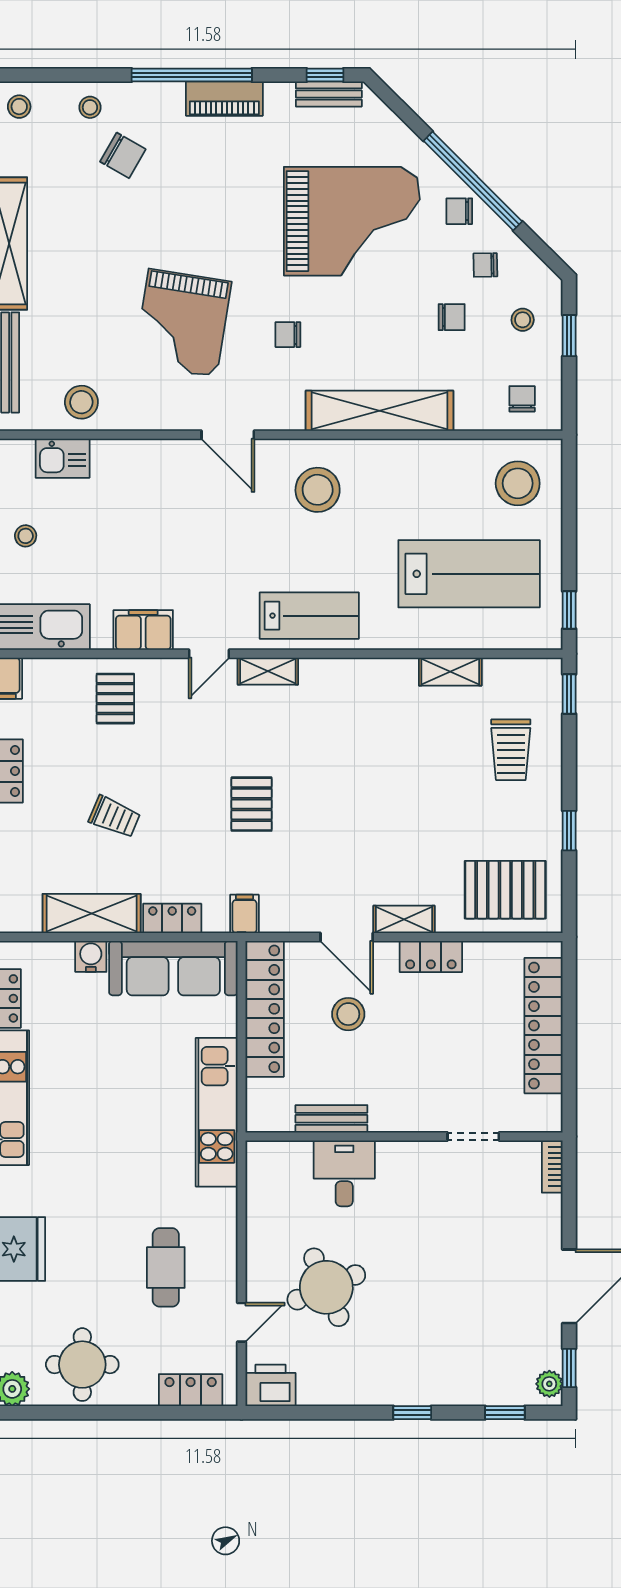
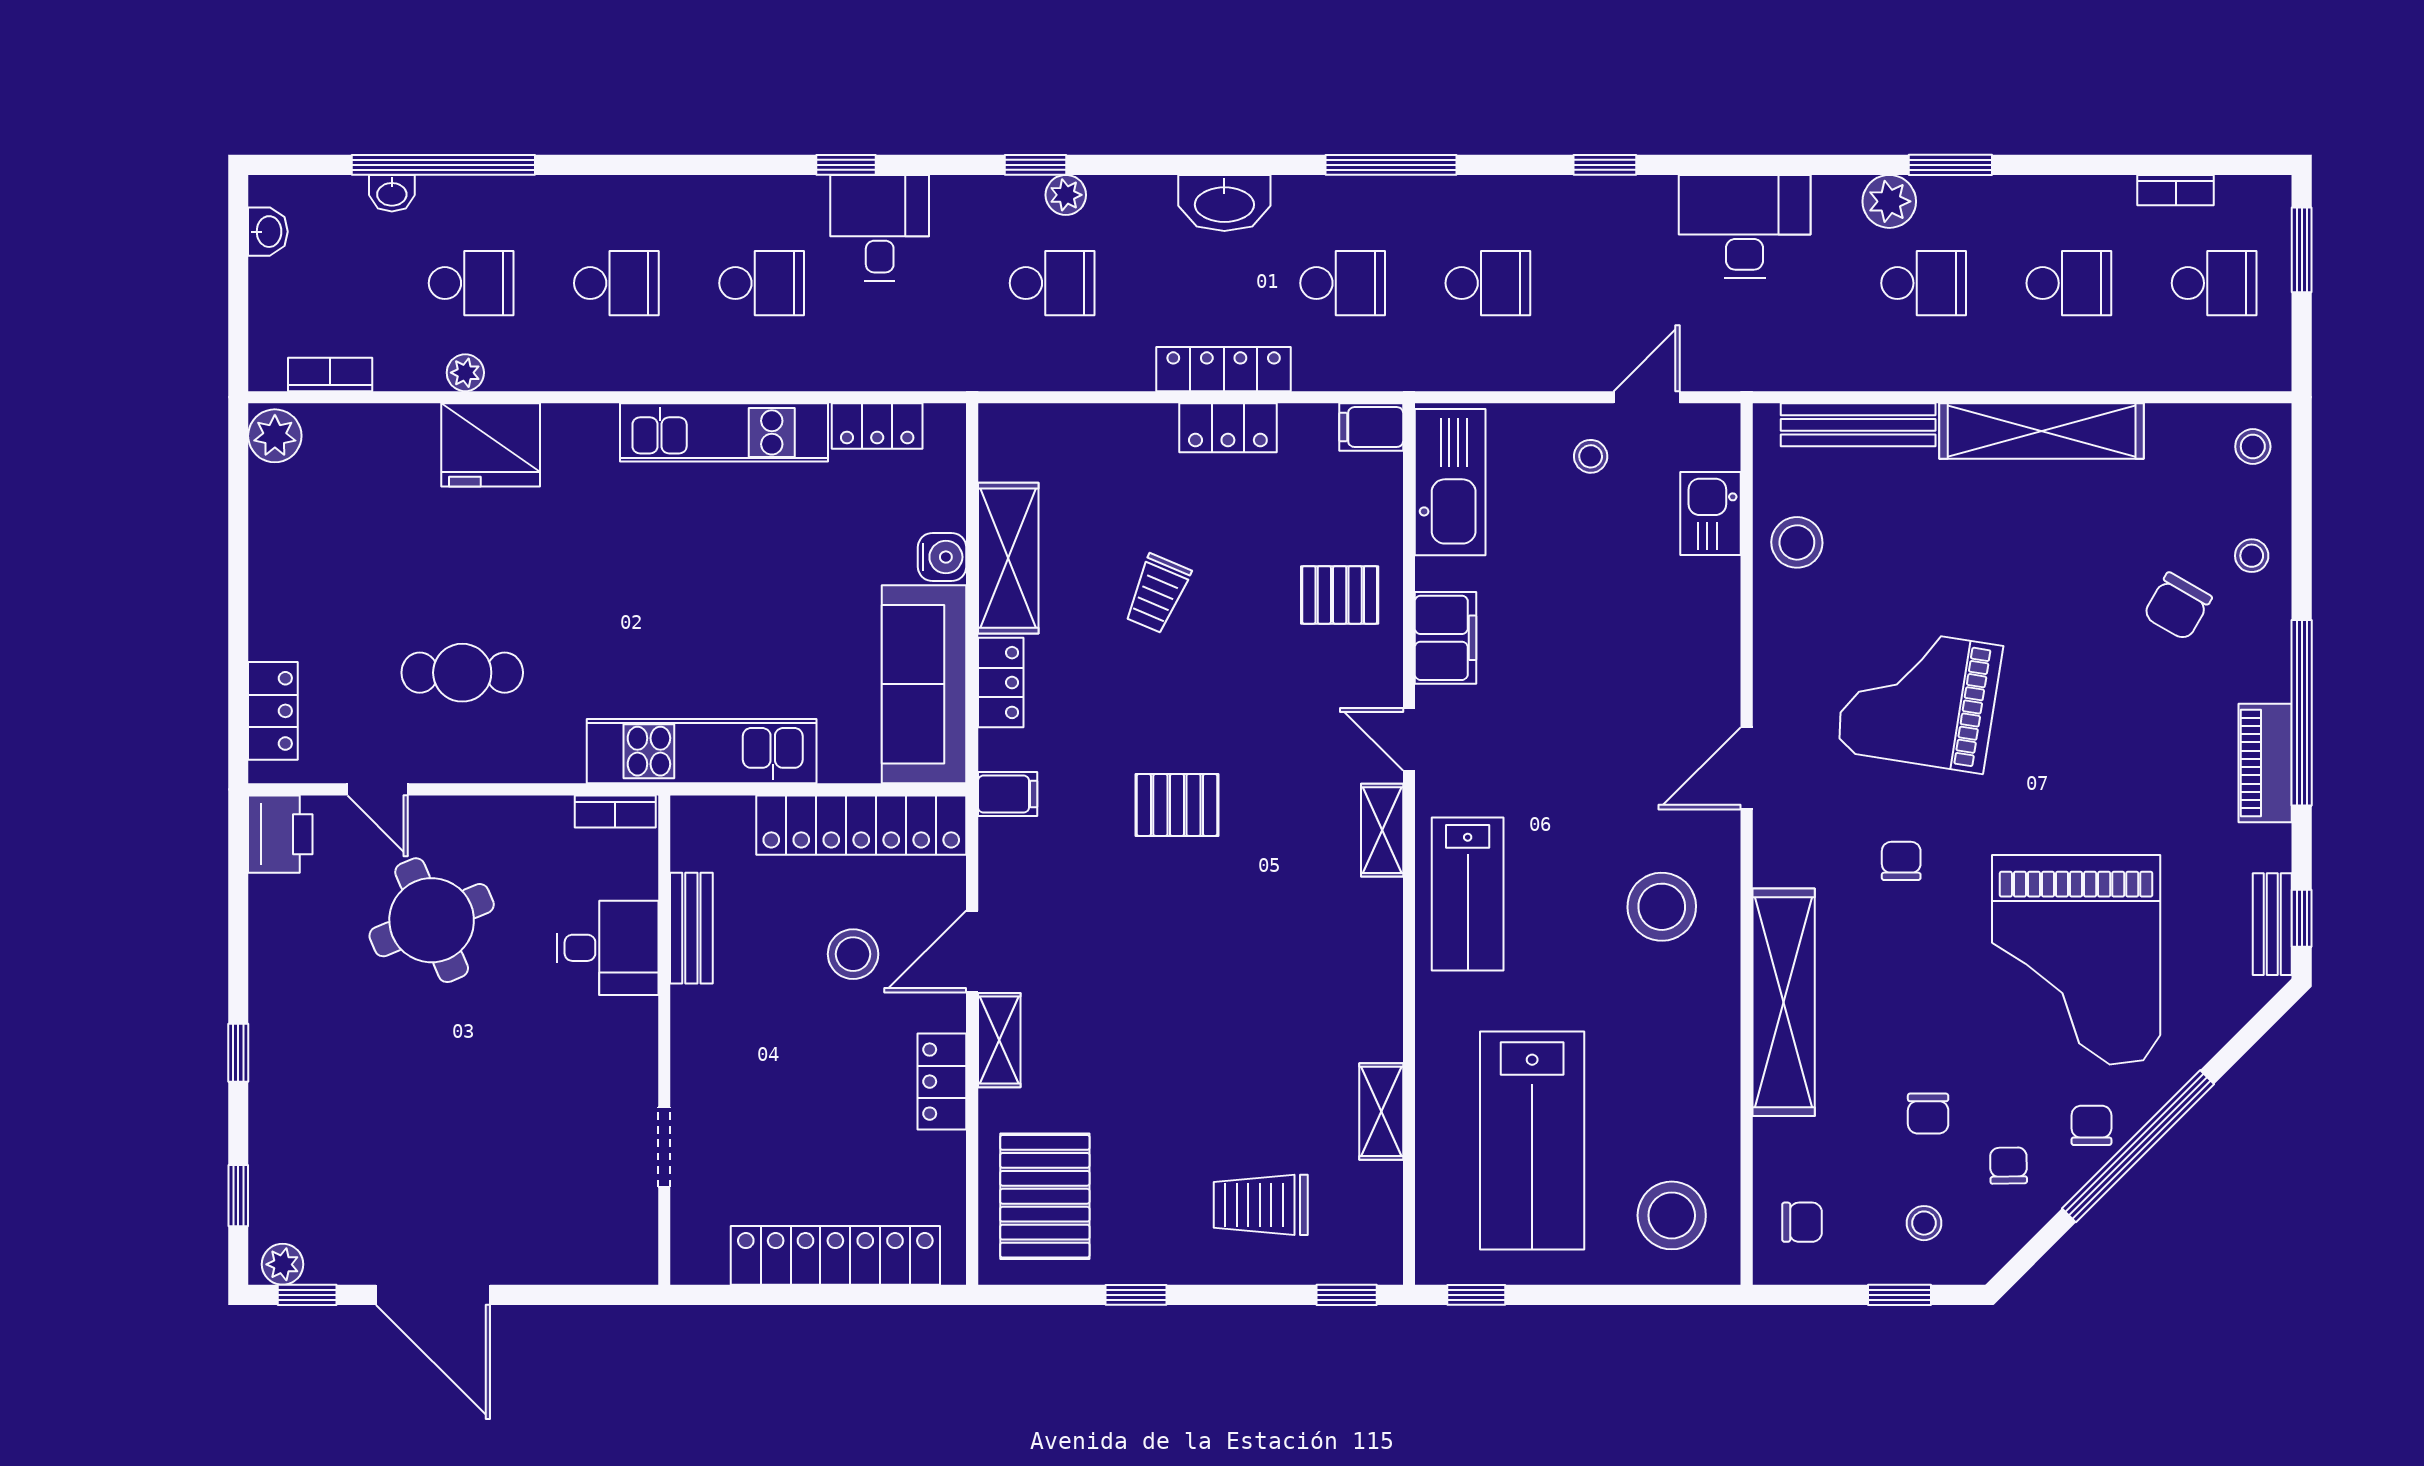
bookcase: (552, 1166) -> (615, 812), moved, turned 180
round table: (82, 1365) -> (312, 544), removed

